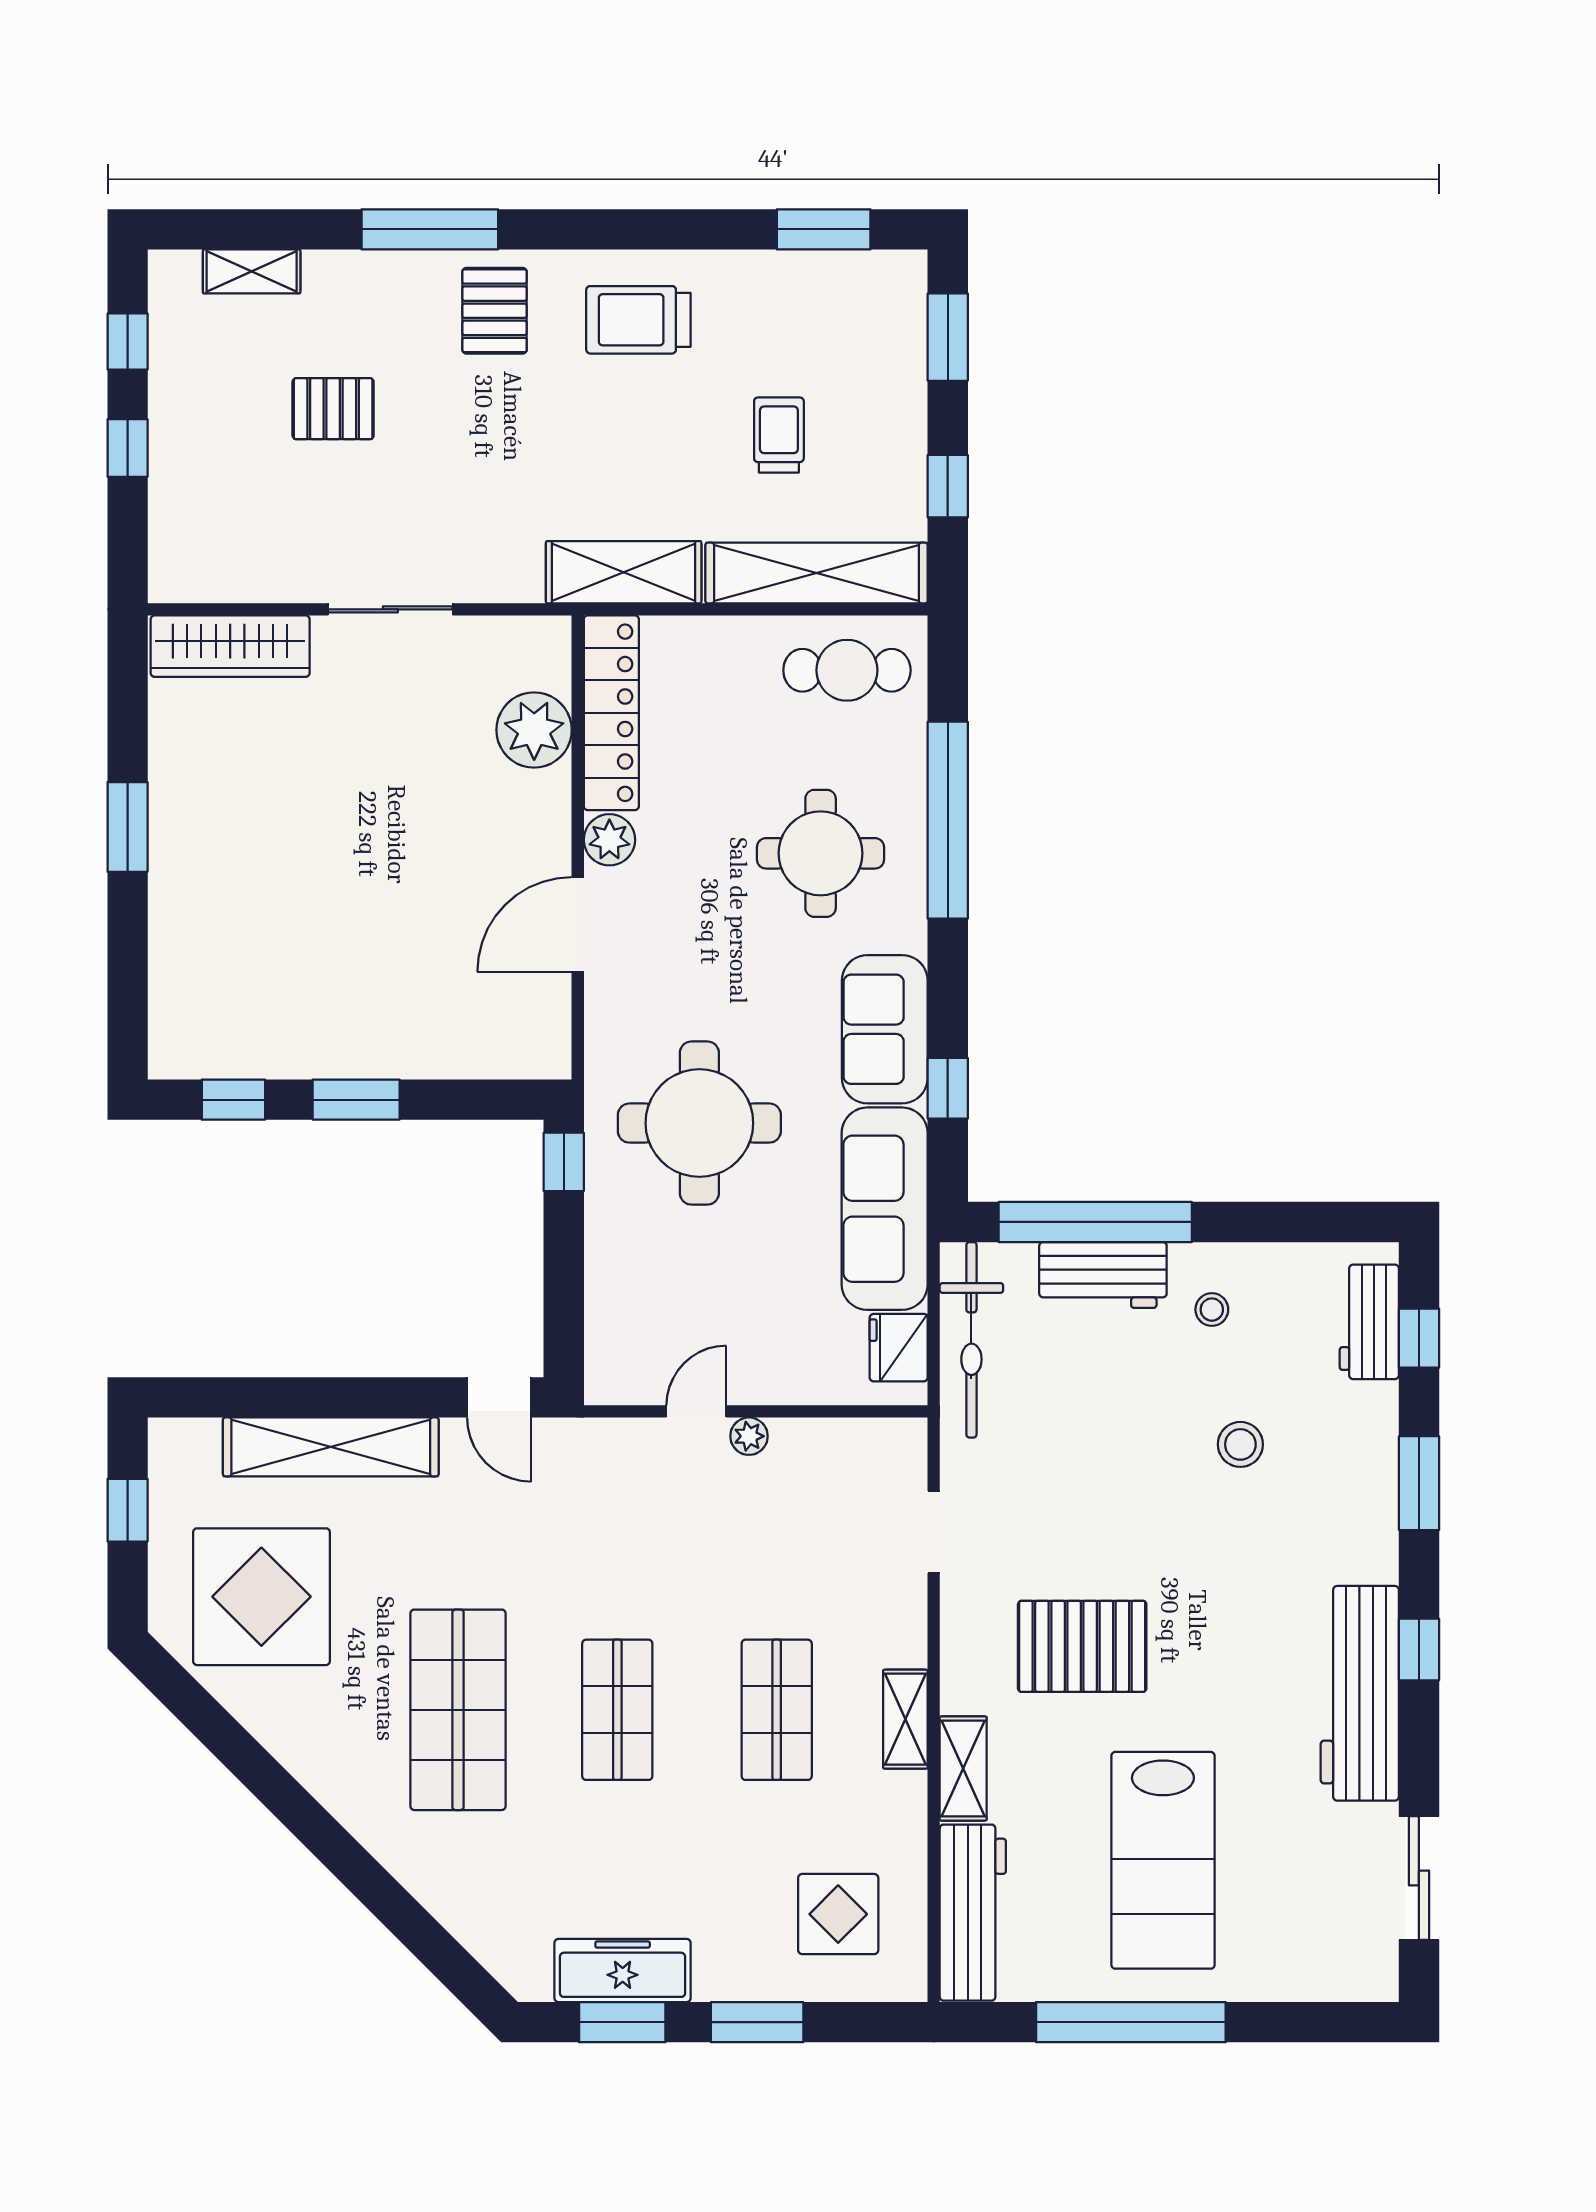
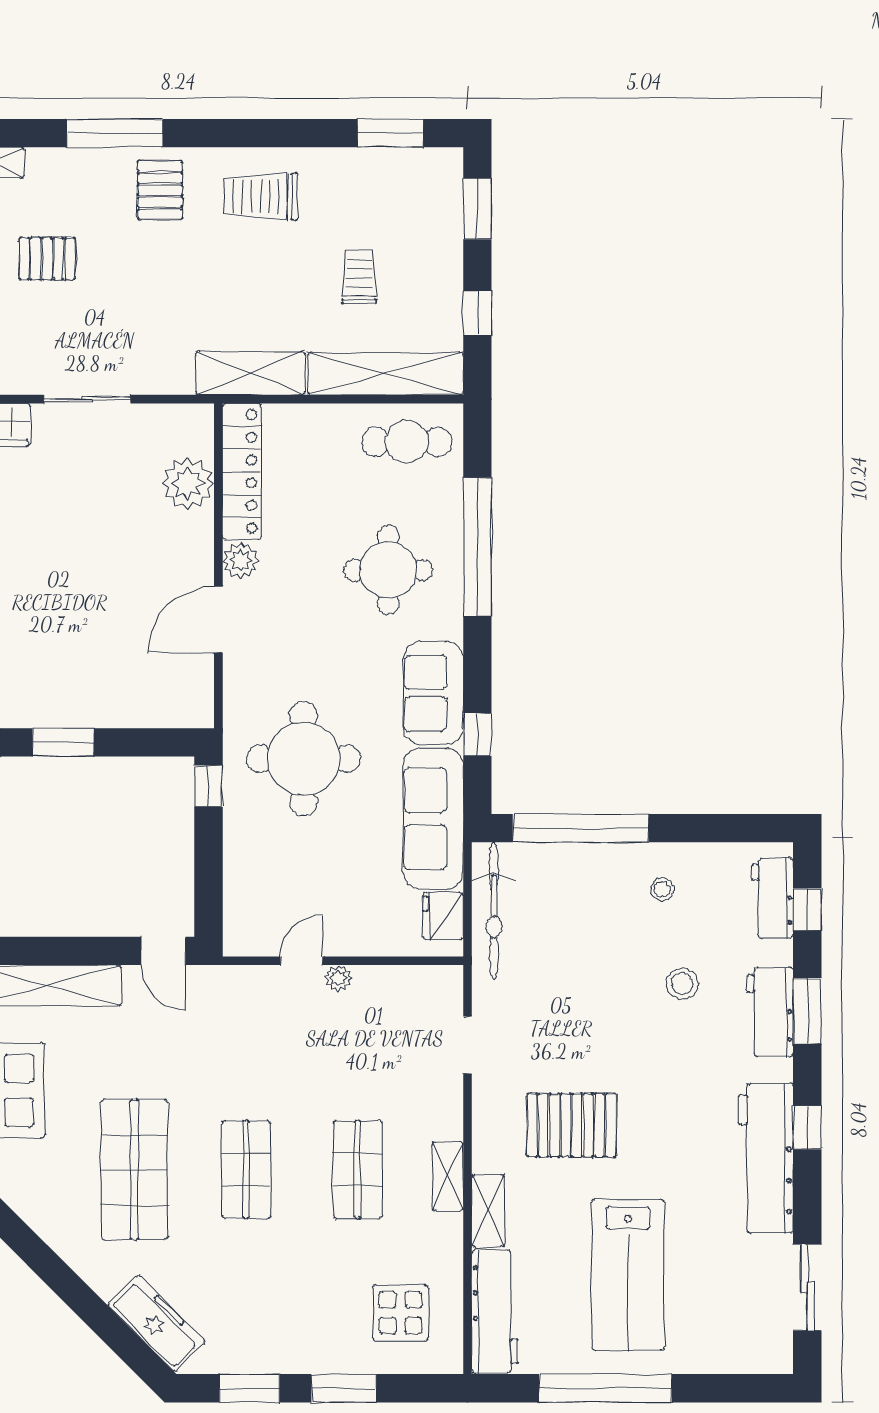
workbench: (1103, 1275) -> (770, 1012), moved, turned 90
freezer: (623, 1970) -> (157, 1323), moved, turned 45

